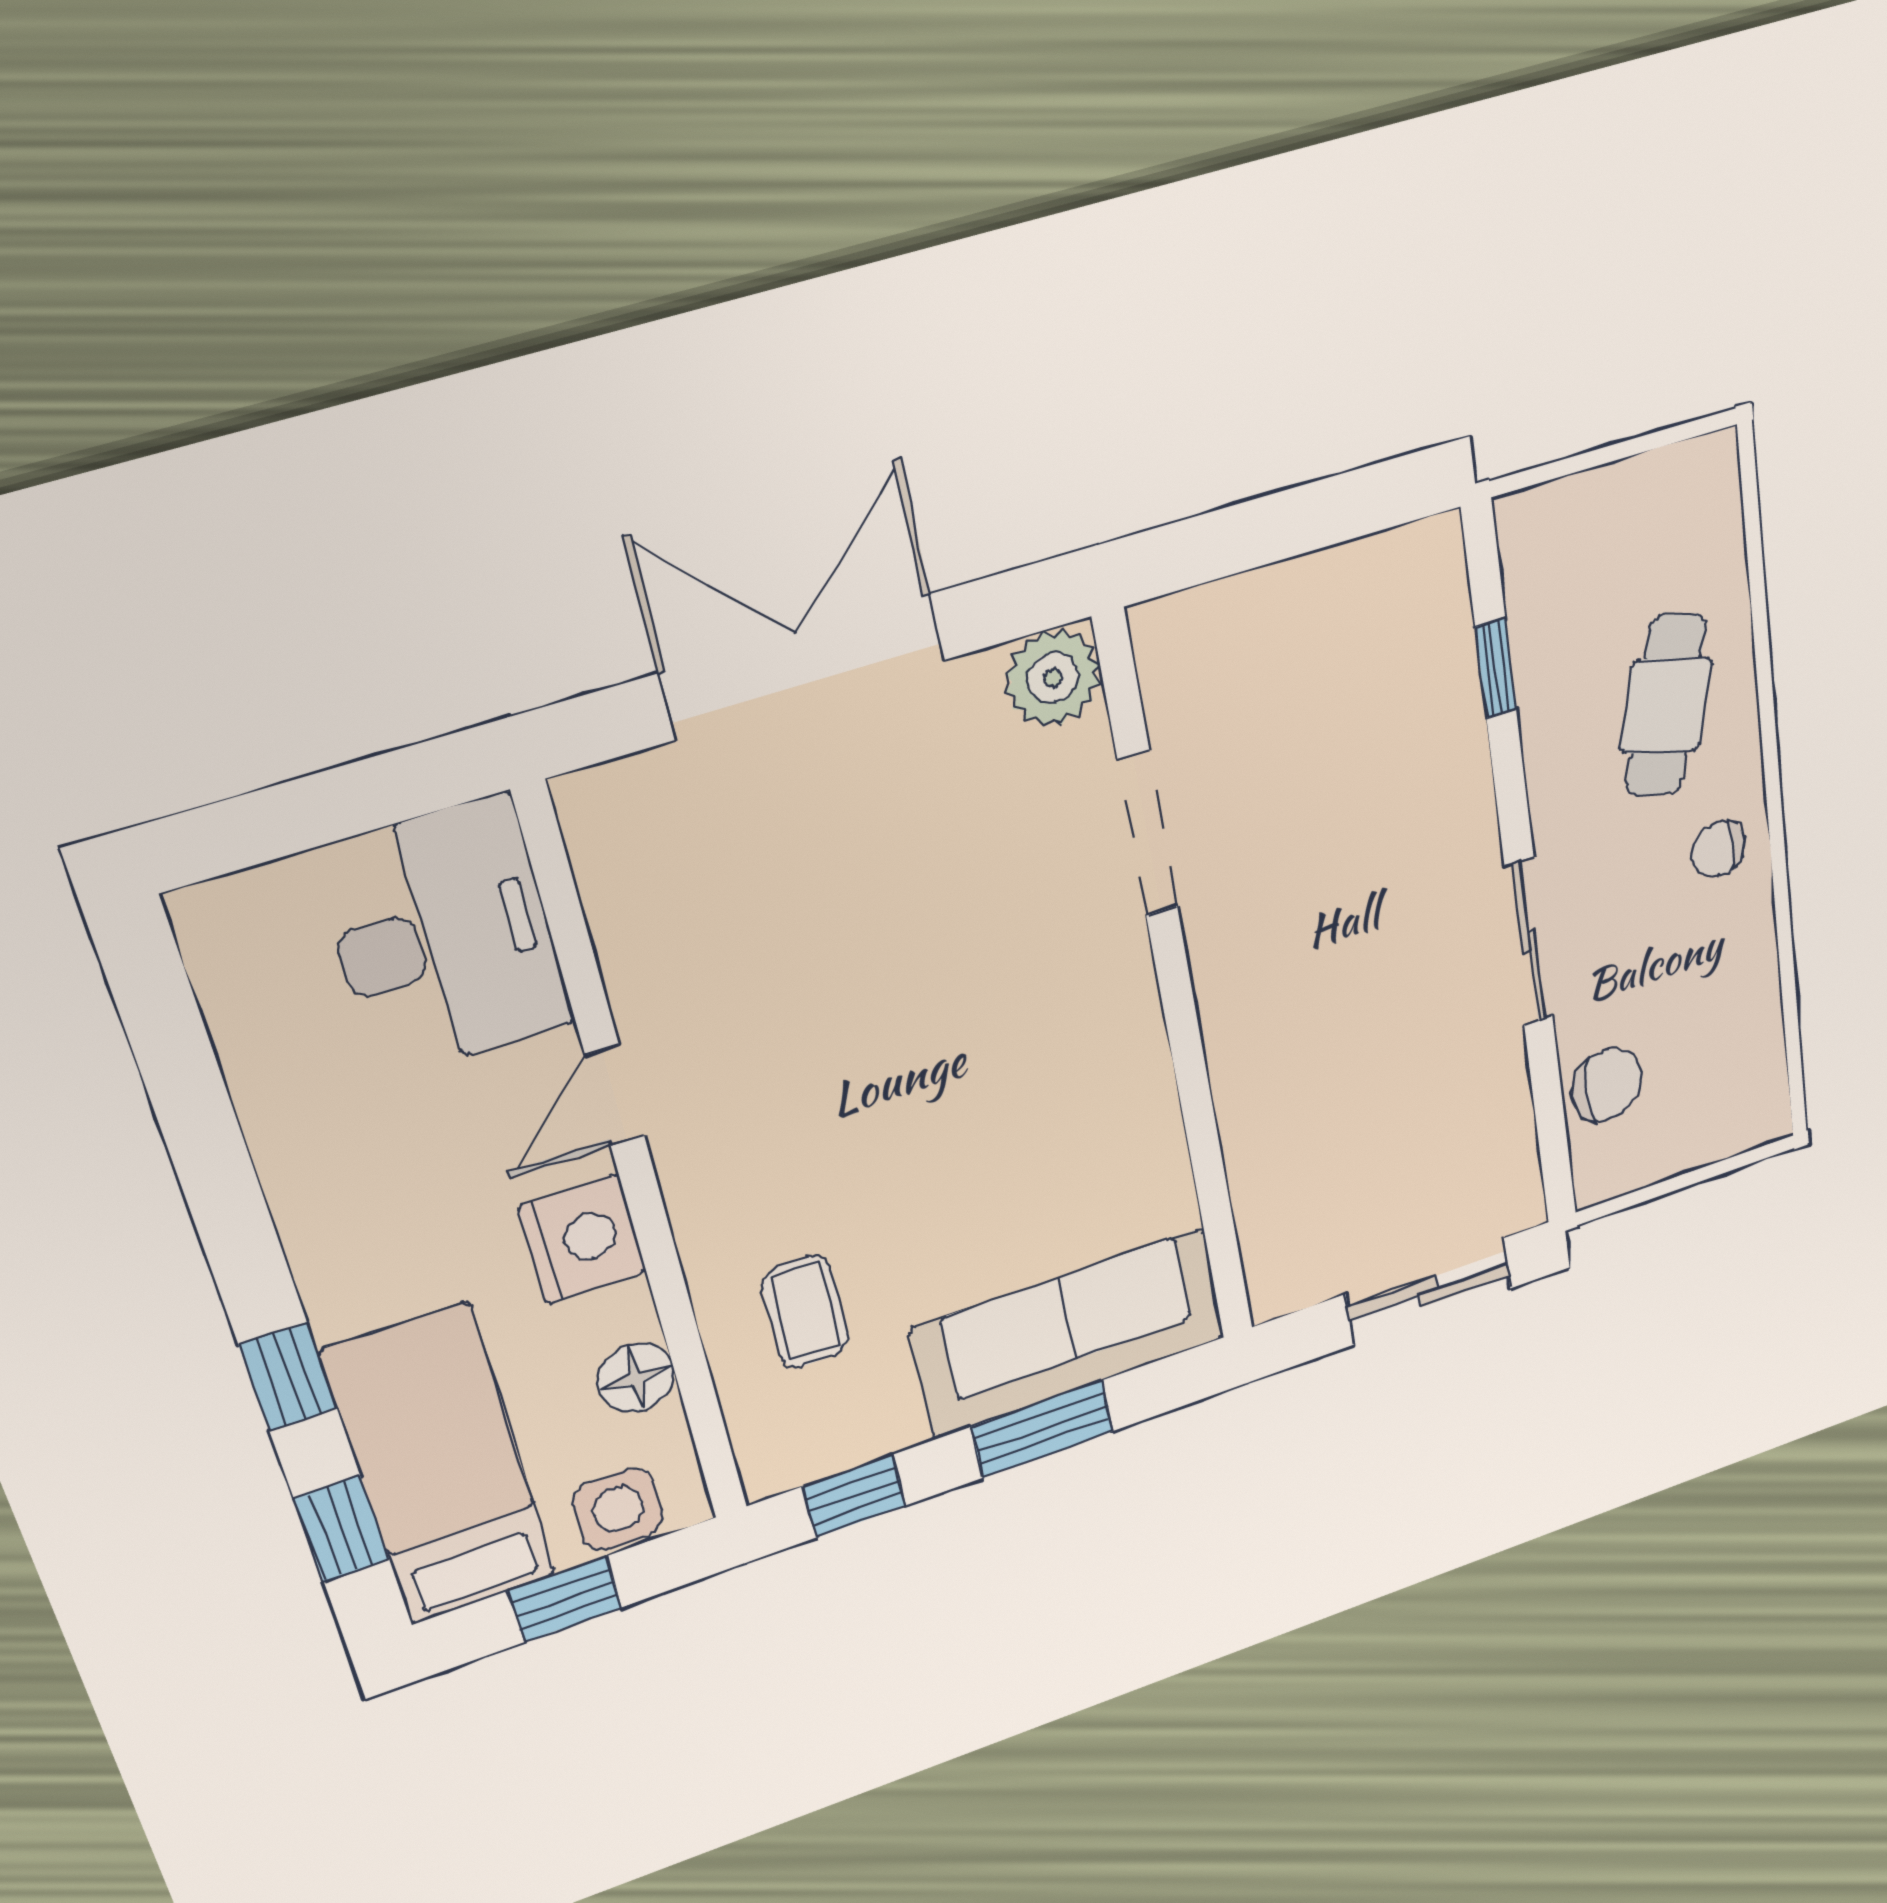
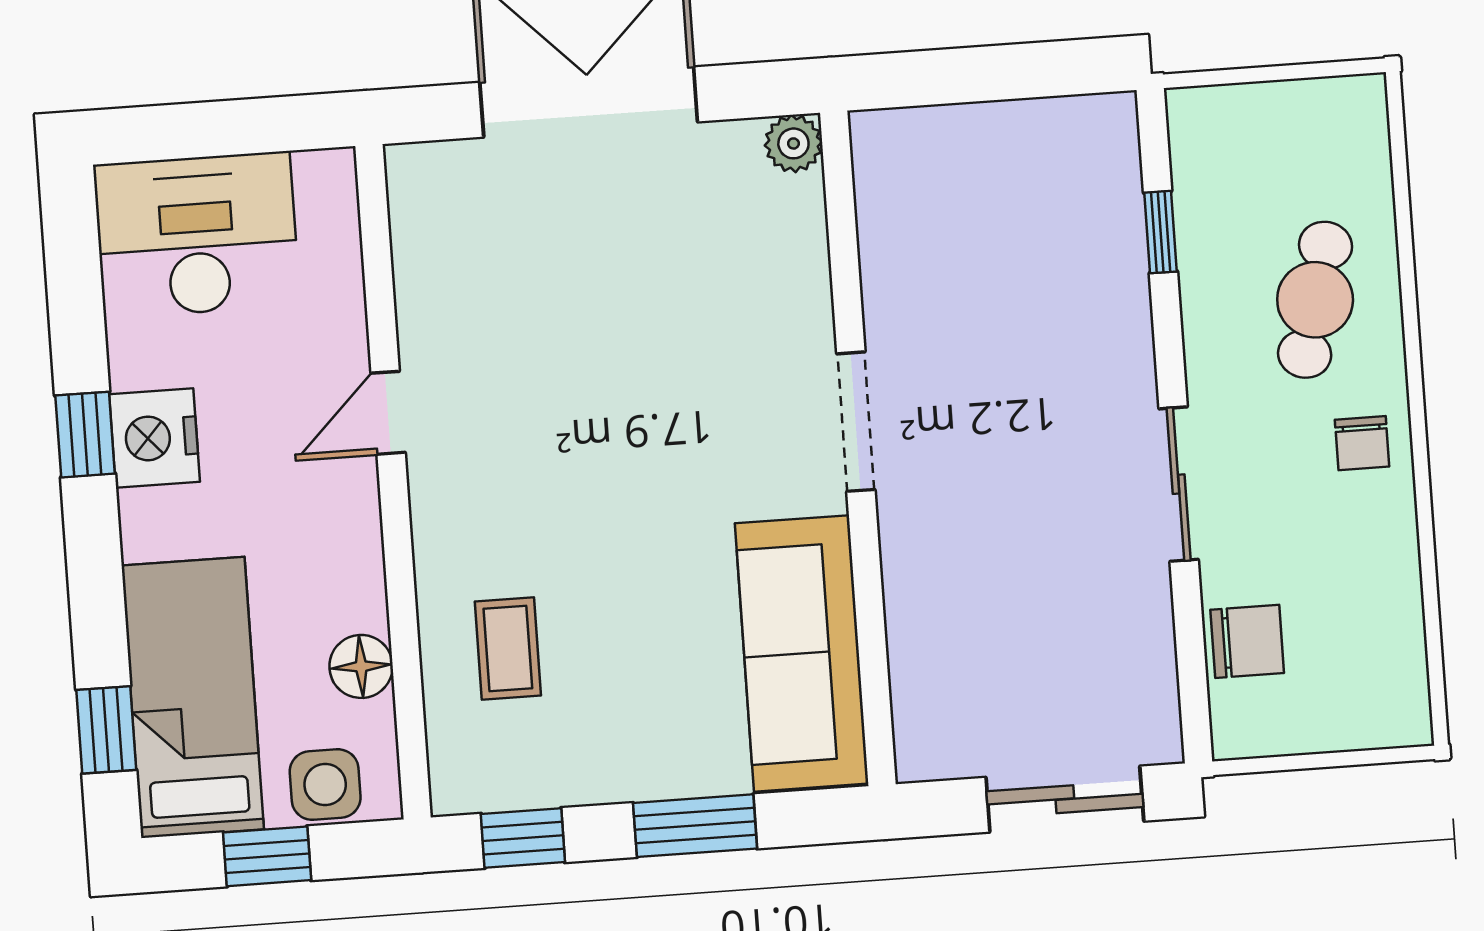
plant: (1053, 678) -> (793, 143), width x0.73, depth x0.73
doorway: (1148, 834) -> (856, 422), moved
chair: (1718, 849) -> (1362, 443), turned -90
desk: (444, 938) -> (197, 235), moved, turned -90
nightstand: (582, 1239) -> (155, 438), moved, turned 180
sofa: (1069, 1333) -> (802, 653), moved, turned -90
window: (288, 1377) -> (85, 435), moved

